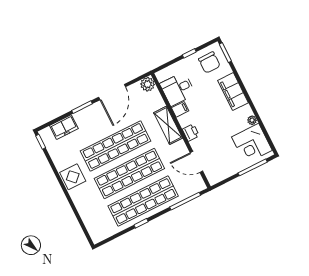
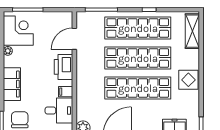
shelving: (168, 125) -> (192, 31), moved
printer: (191, 133) -> (64, 67), width x1.87, depth x1.48
door: (196, 162) -> (74, 39), swing flipped

